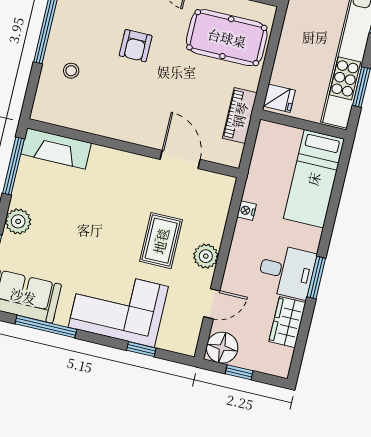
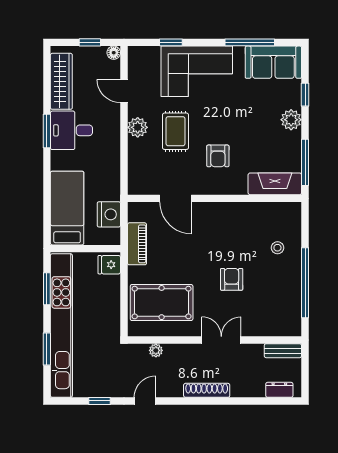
armchair: (117, 199) -> (218, 156), added
nightstand: (247, 211) -> (109, 214), moved, width x1.89, depth x1.79
door: (212, 304) -> (124, 91), hinge flipped
wardrobe: (287, 322) -> (61, 81), width x1.50
floor lamp: (222, 348) -> (114, 53), width x0.53, depth x0.53

